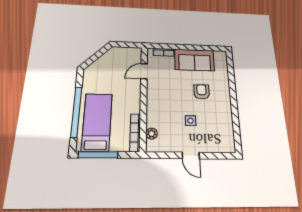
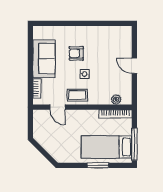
coffee table: (157, 91) -> (77, 95), added
window: (76, 112) -> (98, 165), width x0.47
side table: (191, 121) -> (85, 74), moved
door: (191, 155) -> (134, 66), swing flipped

